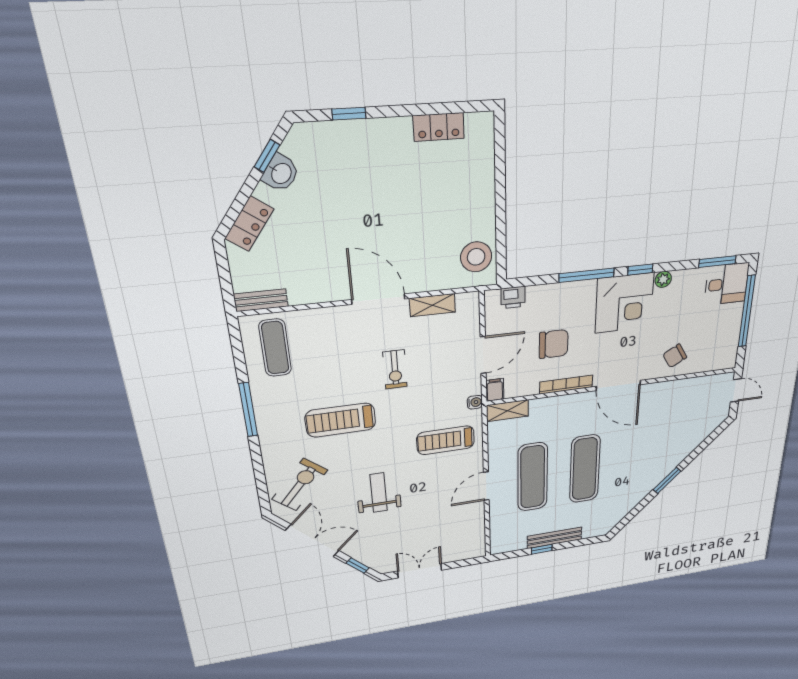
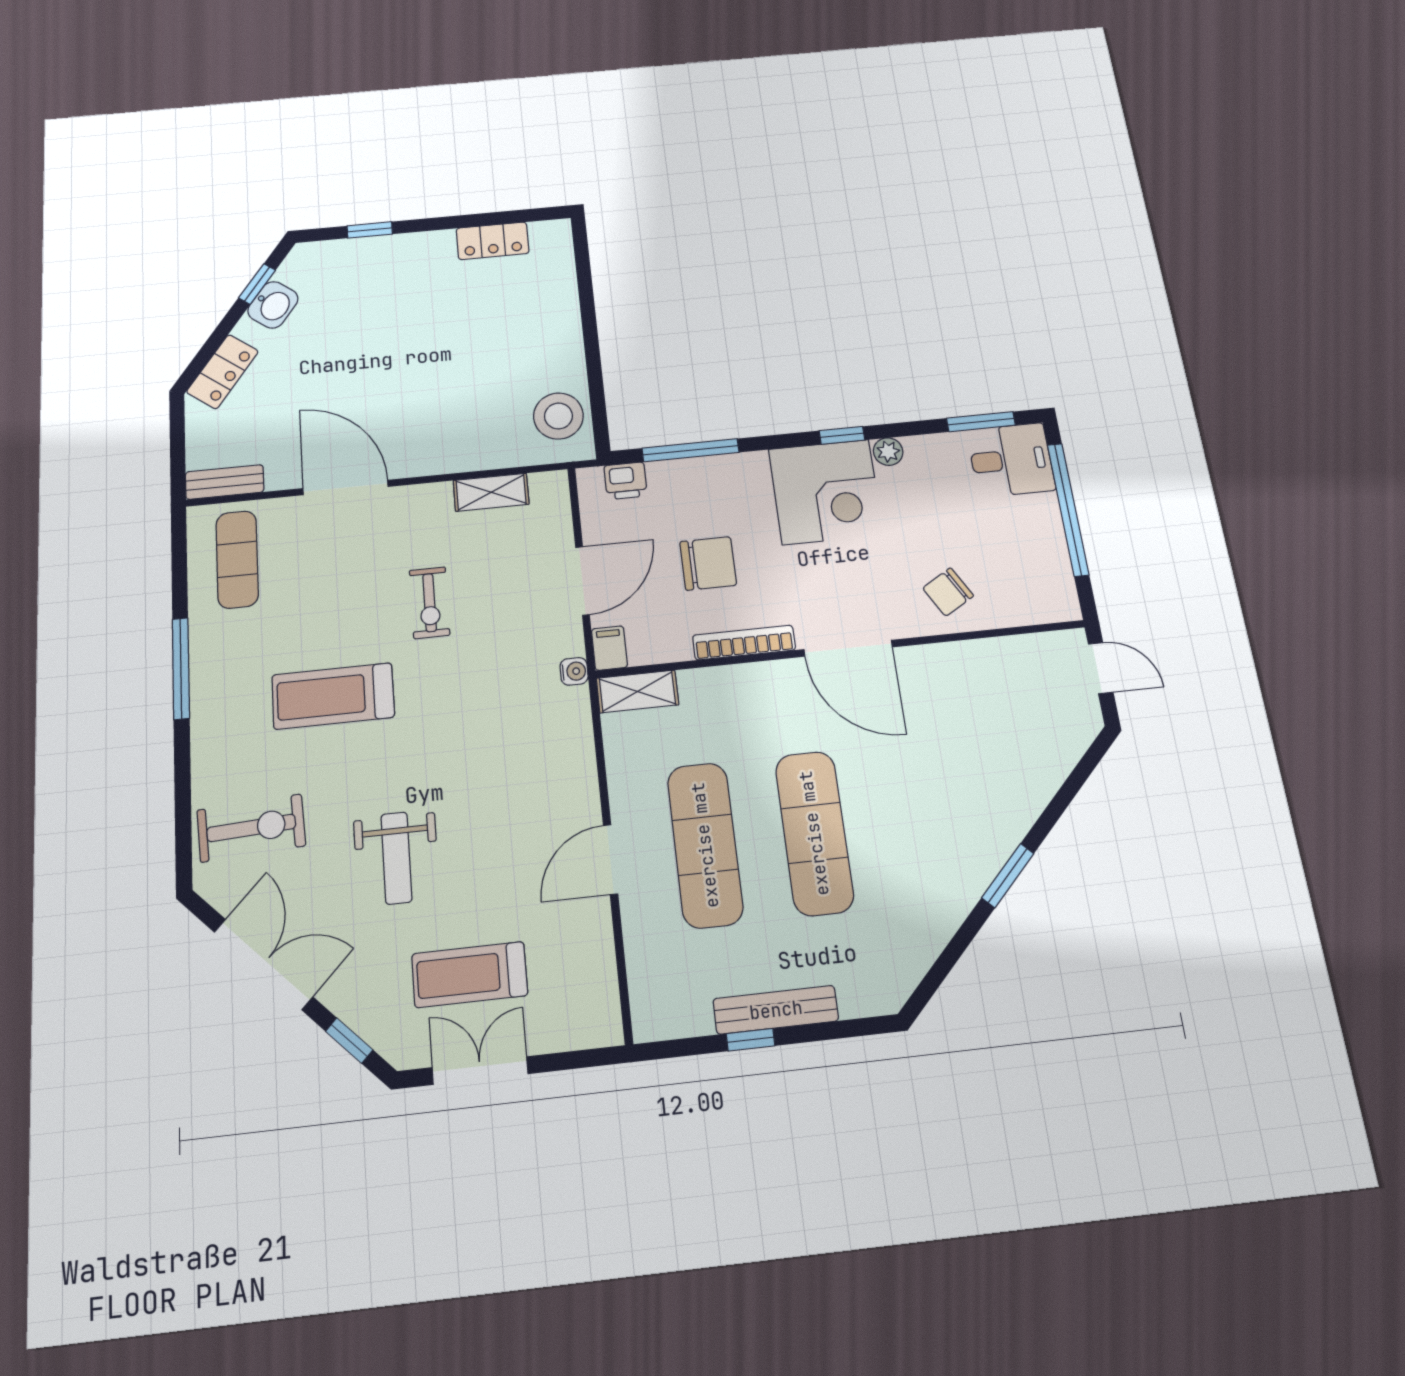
window: (587, 275) -> (691, 450), moved
door: (378, 299) -> (345, 488), moved
treadmill: (446, 440) -> (470, 975), moved
exercise bike: (300, 485) -> (251, 828), turned 47
weight bench: (379, 493) -> (396, 858), turned 180

